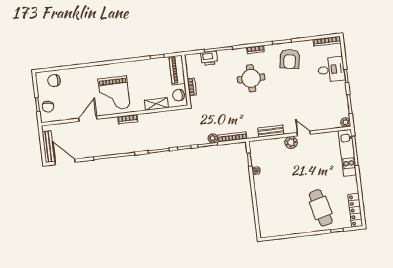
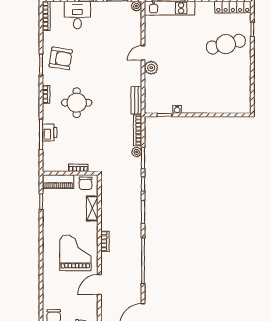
printer: (209, 58) -> (50, 133), moved
grand piano: (114, 93) -> (75, 253), turned -90
door: (88, 119) -> (99, 285), hinge flipped
bench: (271, 131) -> (136, 100), moved

